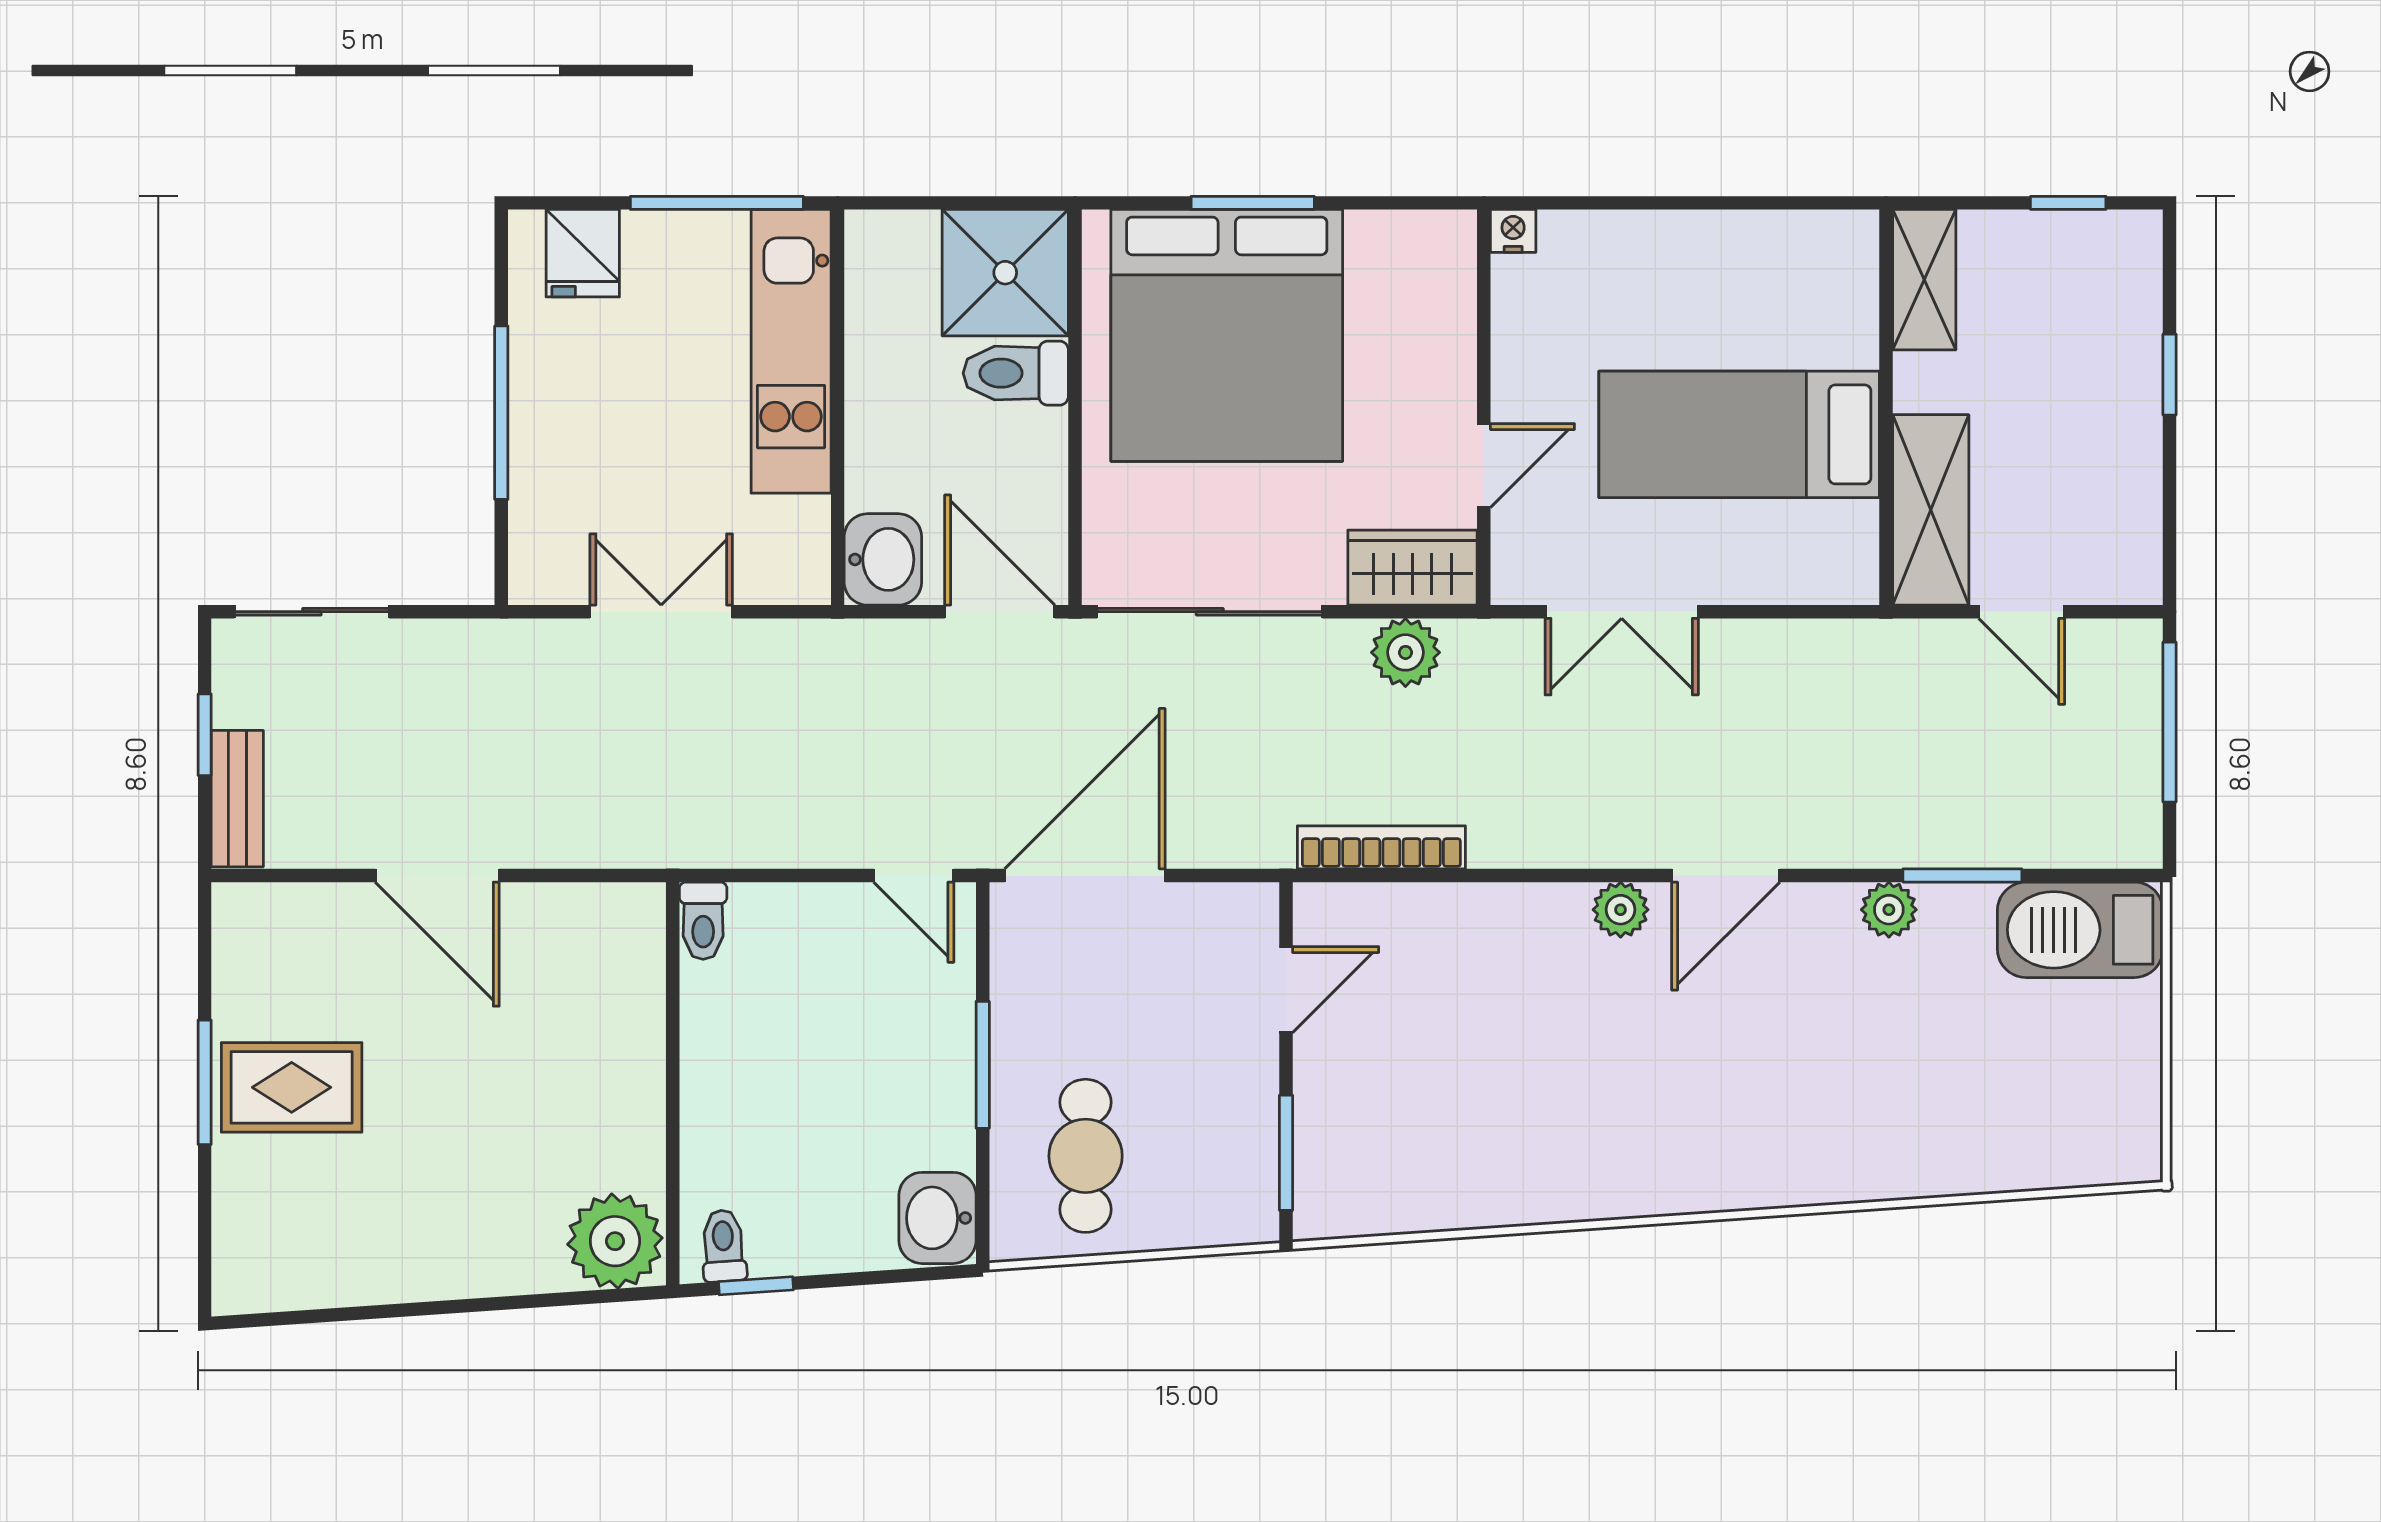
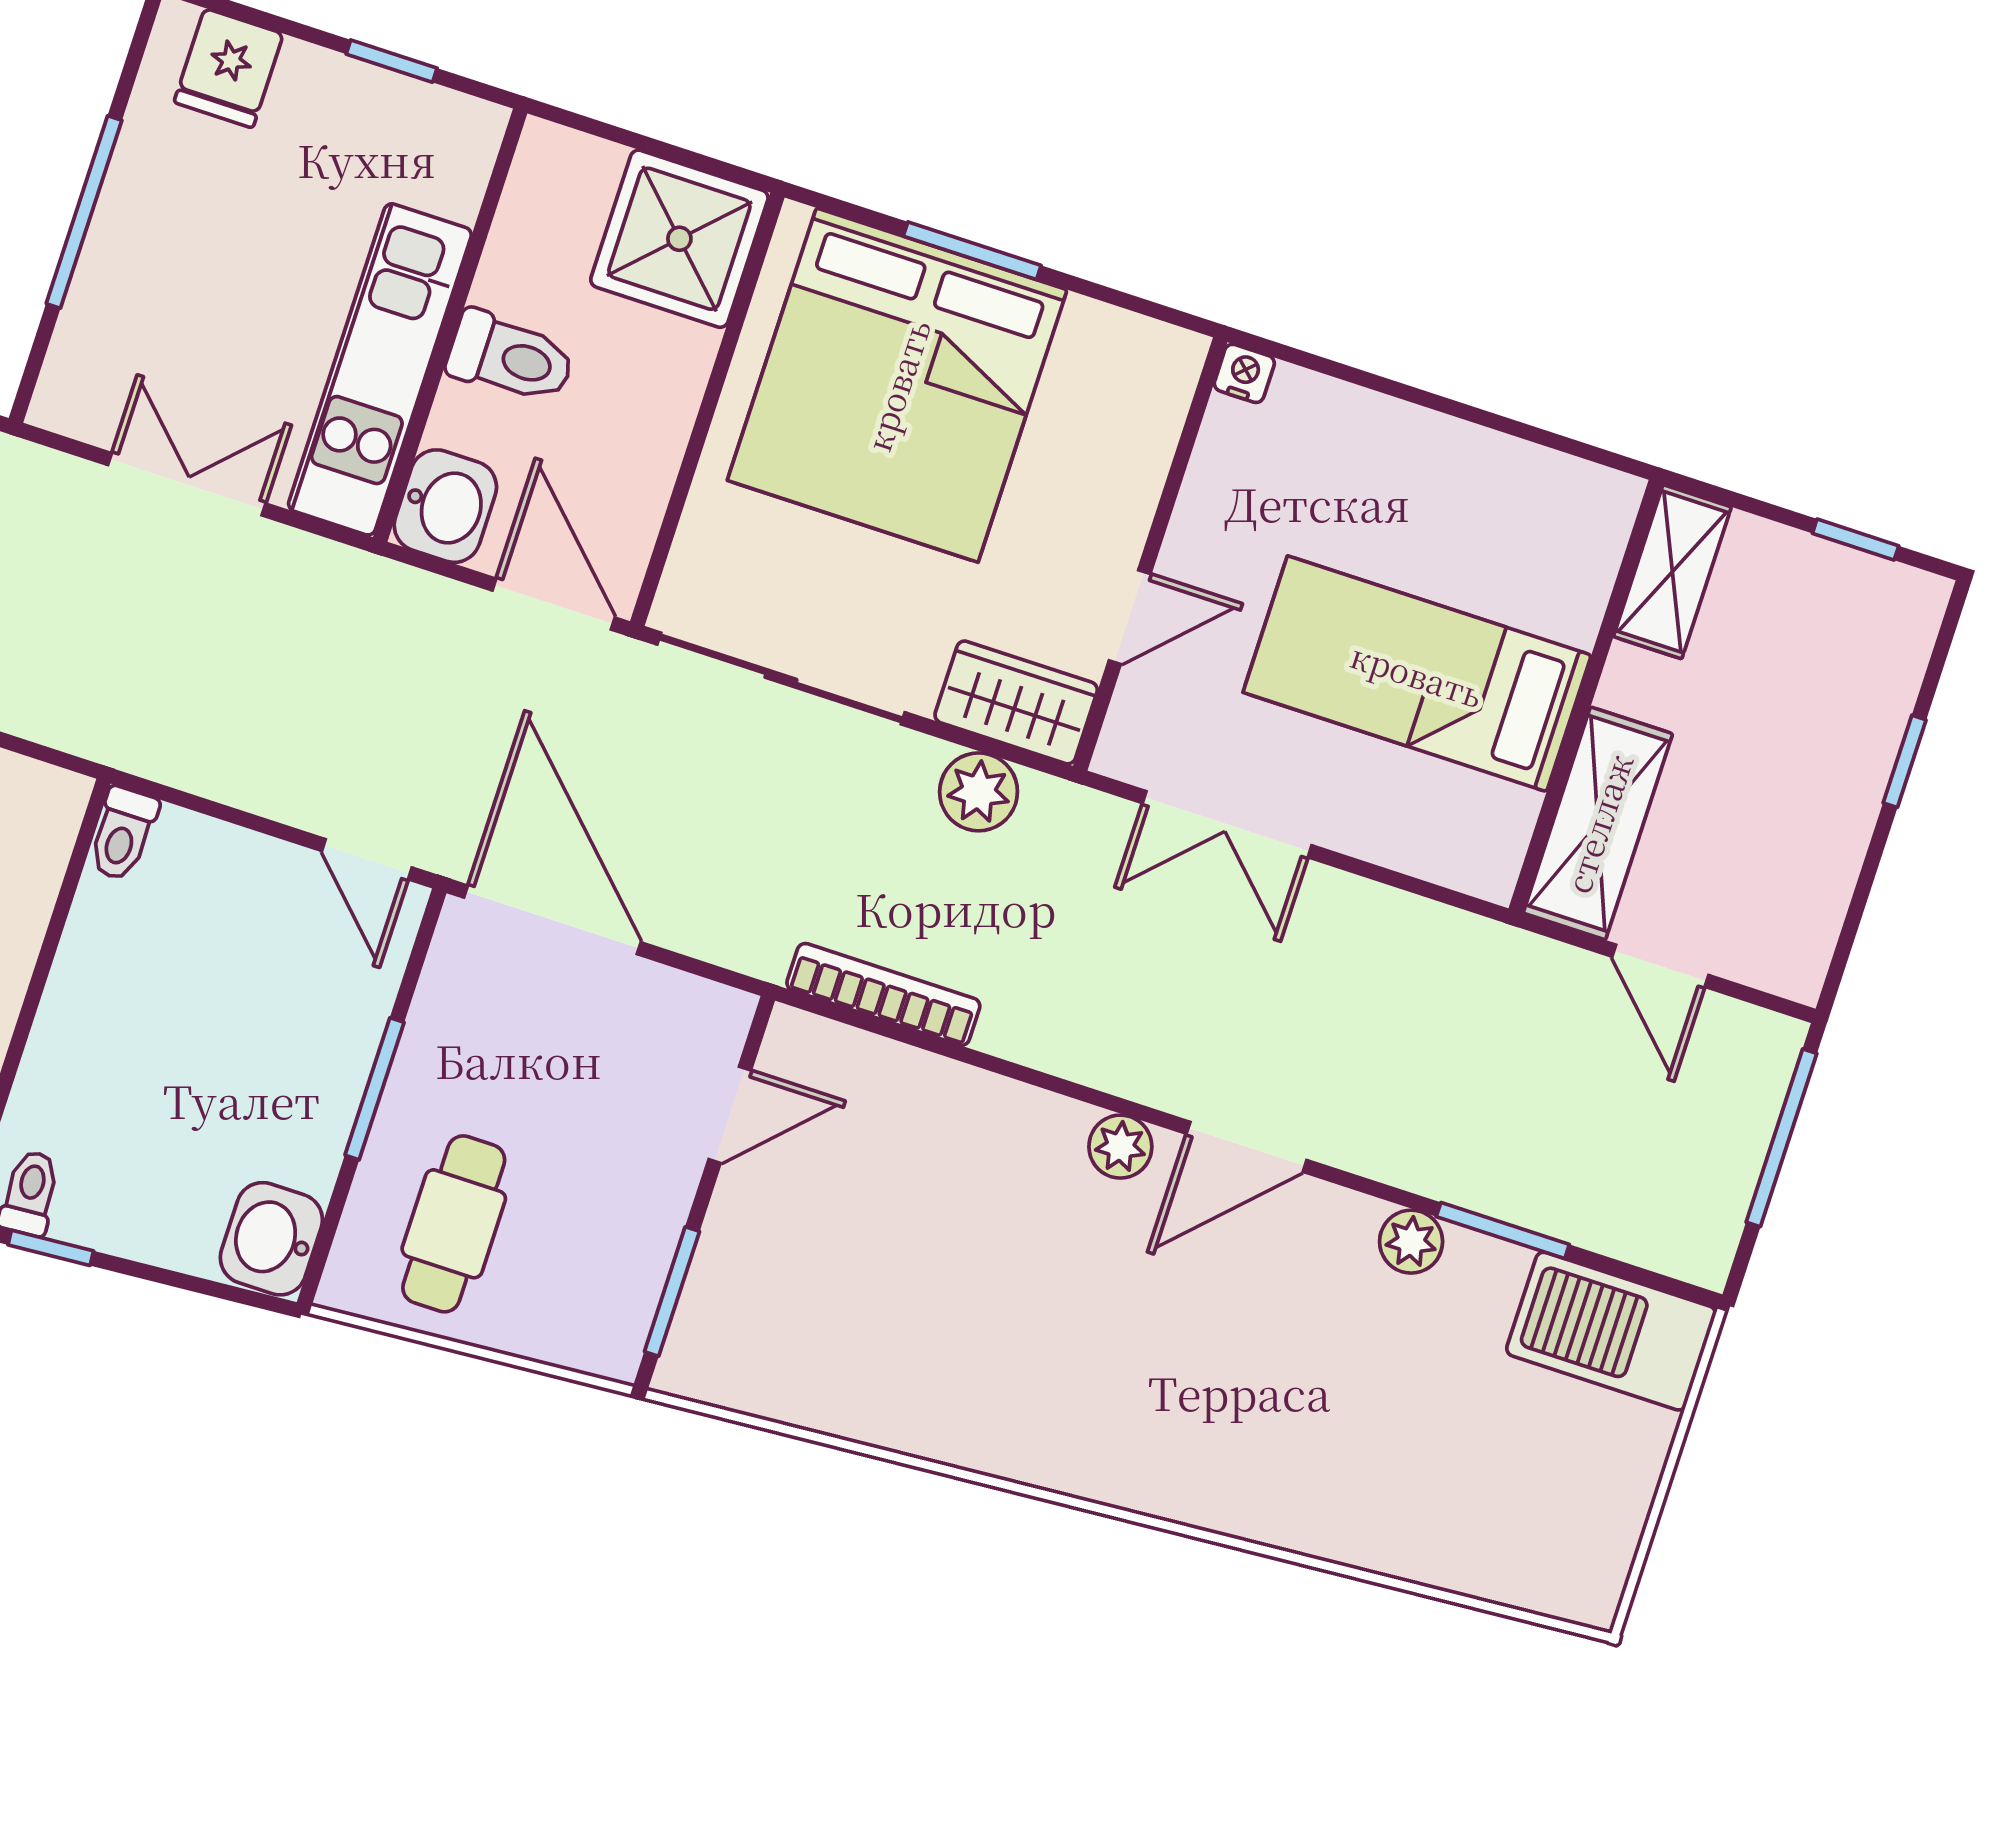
window: (717, 203) -> (392, 61), width x0.46
kitchen unit: (791, 351) -> (380, 369), moved
toilet: (1016, 373) -> (511, 358), moved, turned 180
door: (1085, 875) -> (552, 920), hinge flipped

